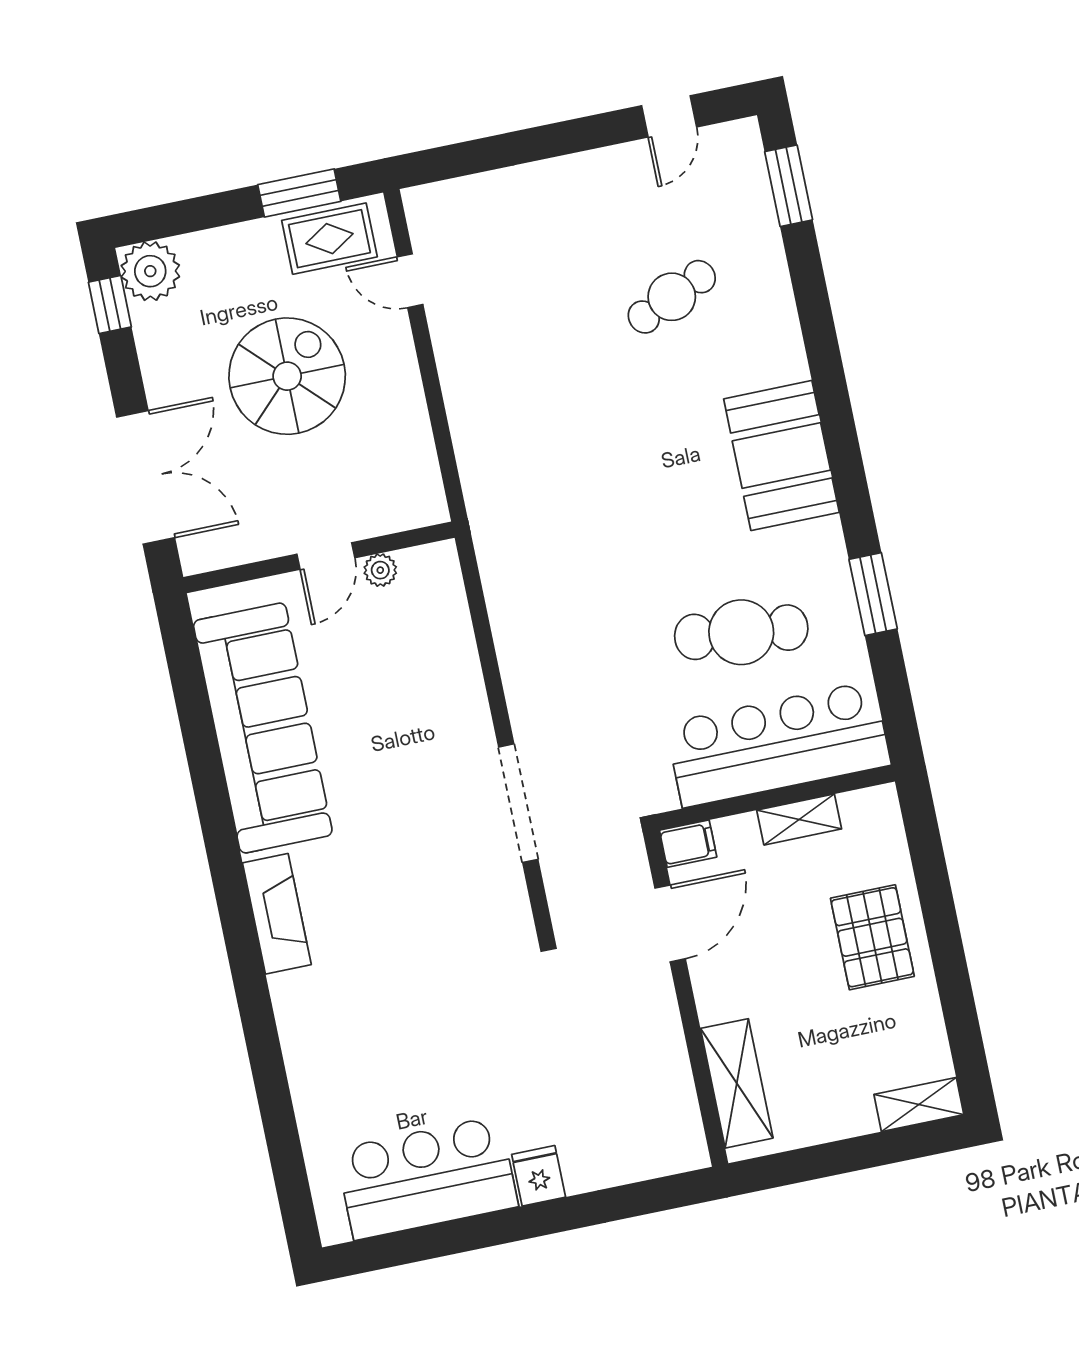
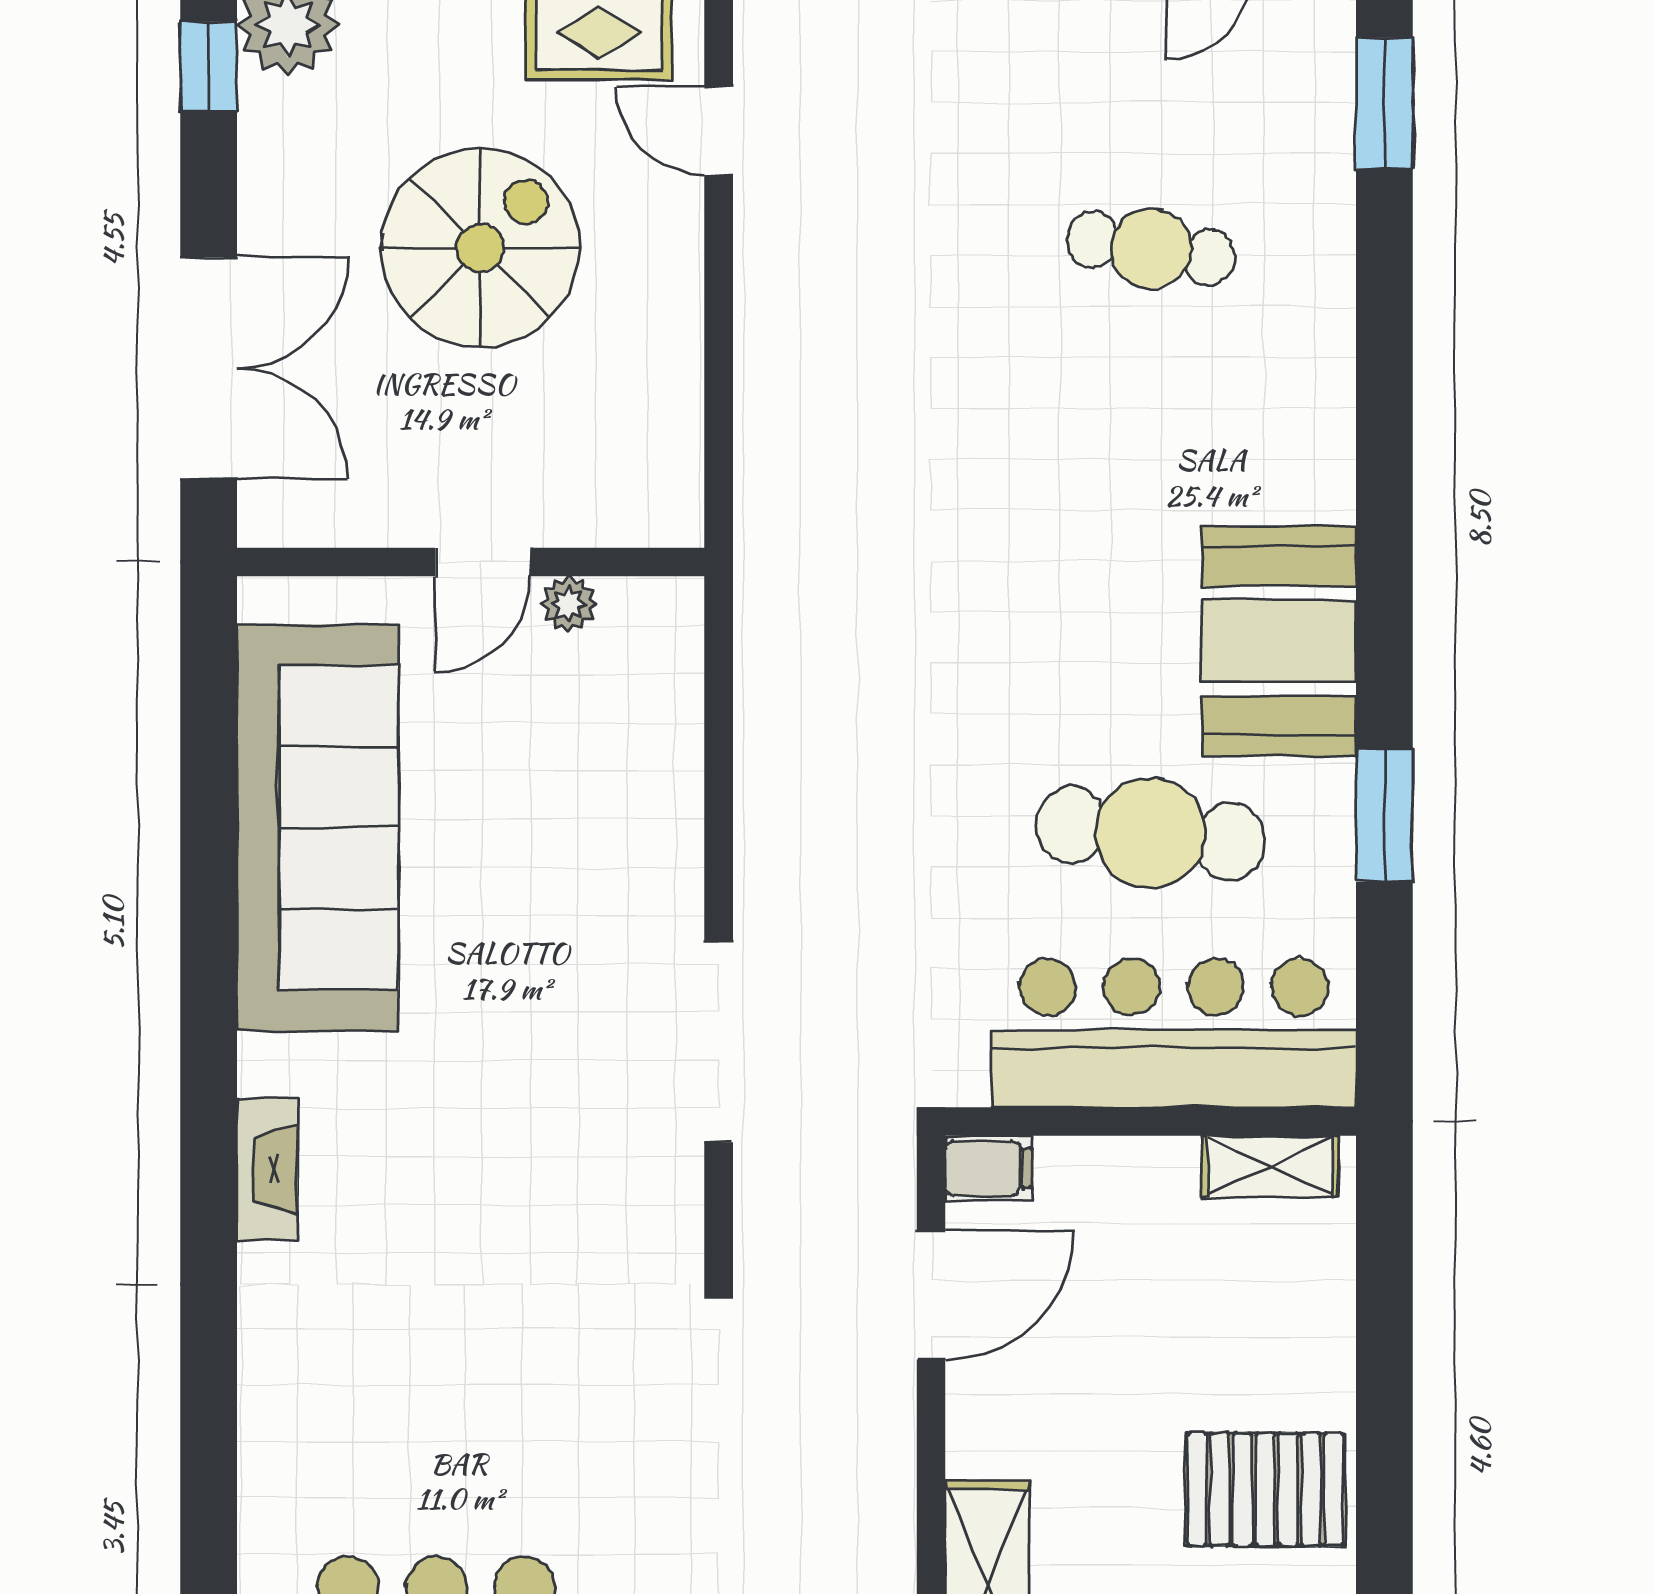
cafe table: (672, 297) -> (1151, 248), turned 33
booth: (781, 456) -> (1279, 641), moved
shelving: (799, 819) -> (1270, 1166), moved
fireplace: (277, 914) -> (267, 1169), width x0.73, depth x0.76
pallet: (872, 937) -> (1265, 1489), moved, turned 90

